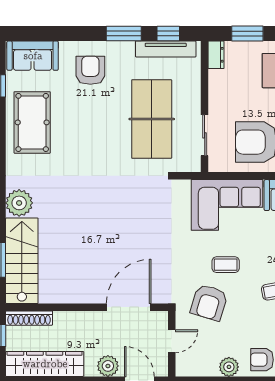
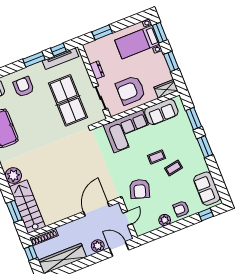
dresser: (216, 55) -> (97, 70), moved
coffee table: (226, 265) -> (157, 157), moved

